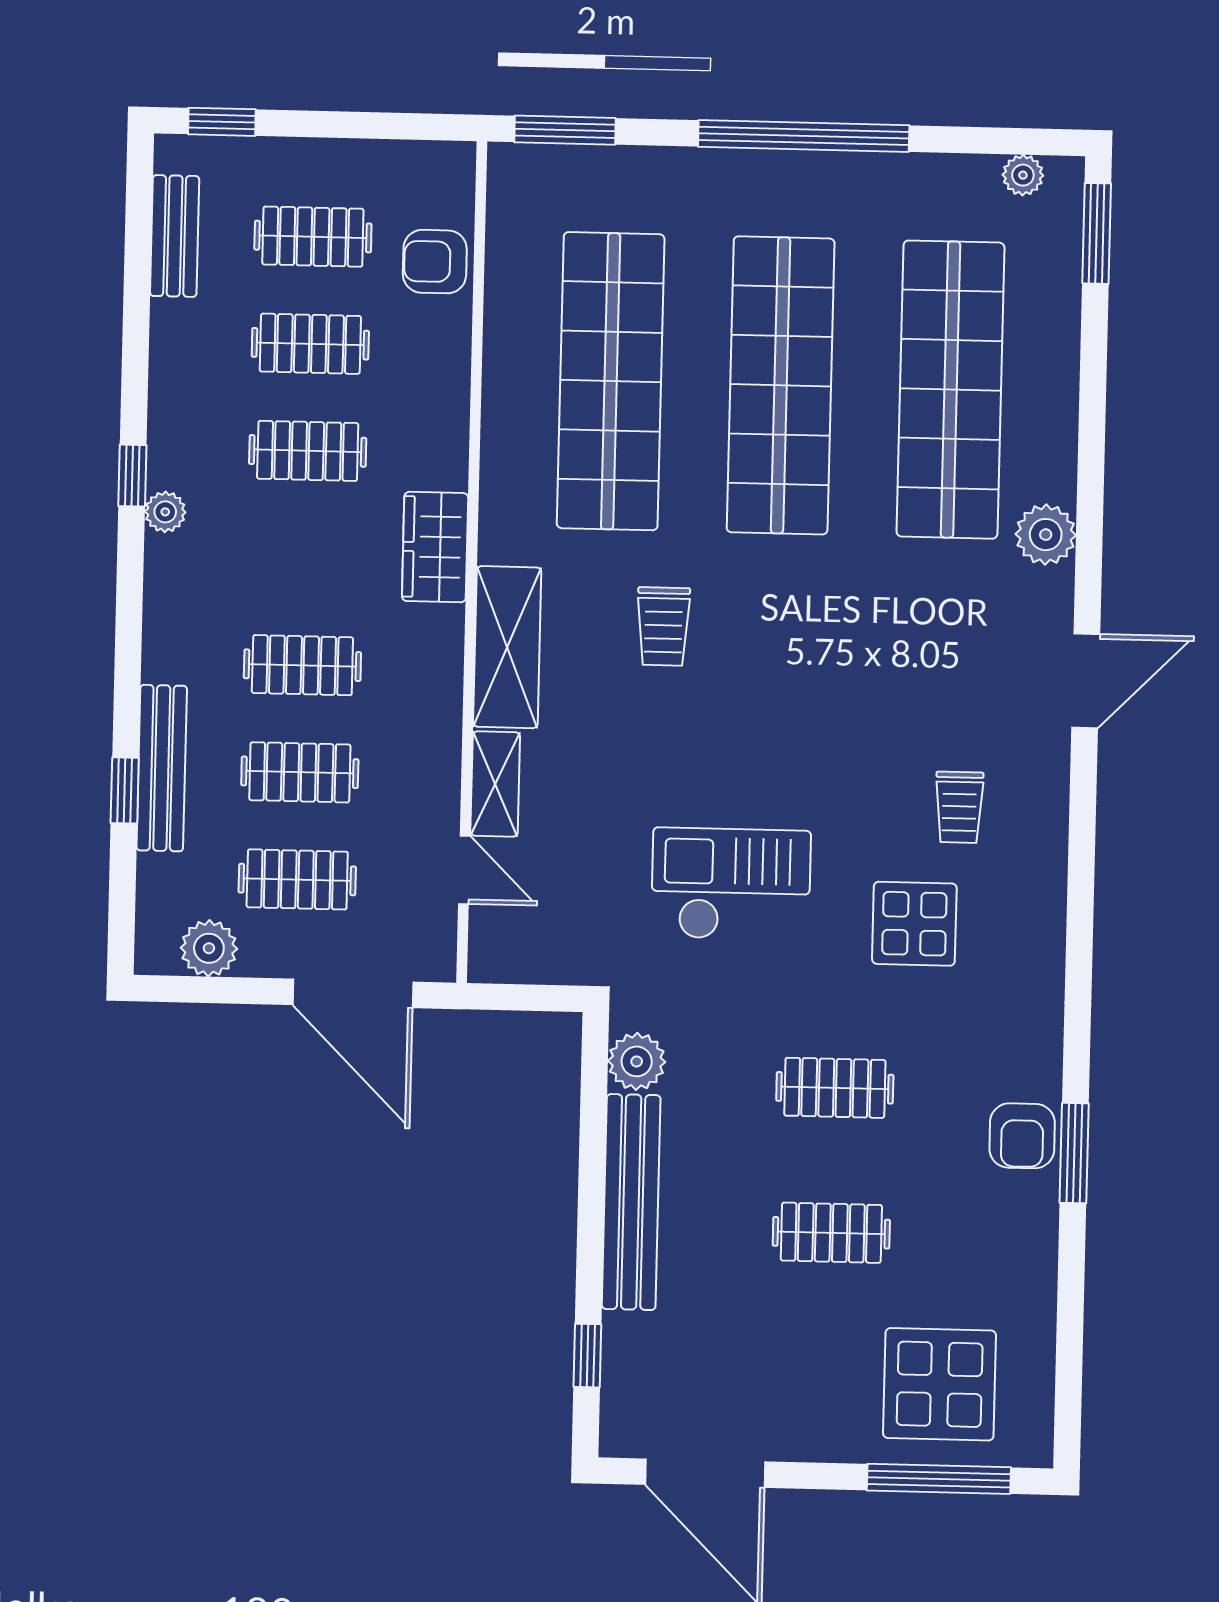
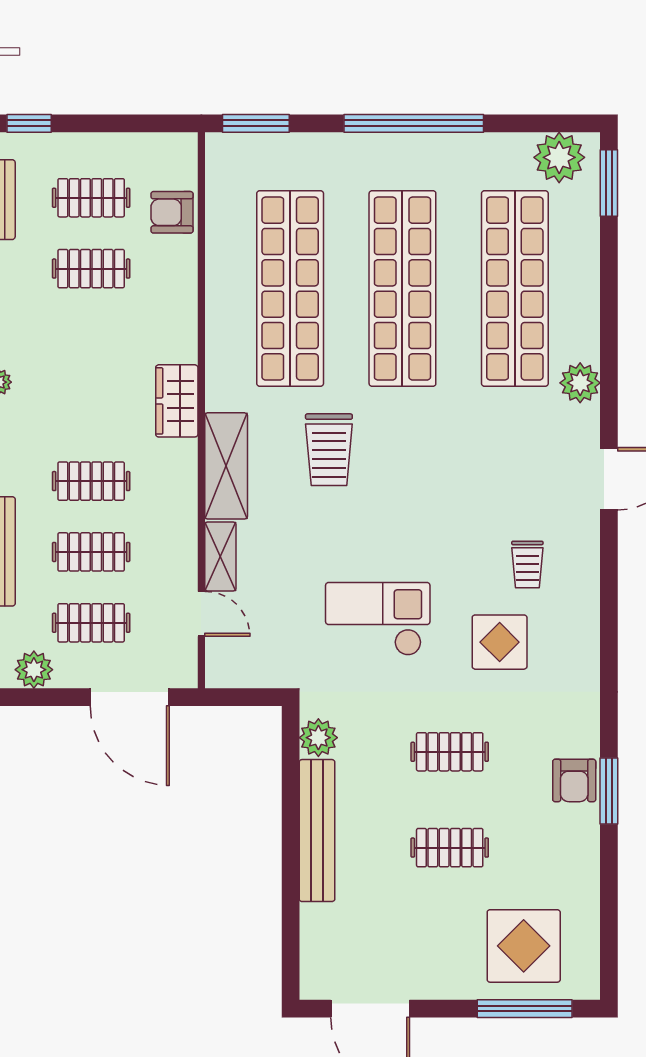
plant: (1023, 175) -> (559, 157), width x1.87, depth x1.87
clothes rail: (308, 451) -> (91, 339), removed
trolley: (663, 626) -> (329, 450), width x1.36, depth x1.39
window: (587, 1356) -> (291, 933), removed

